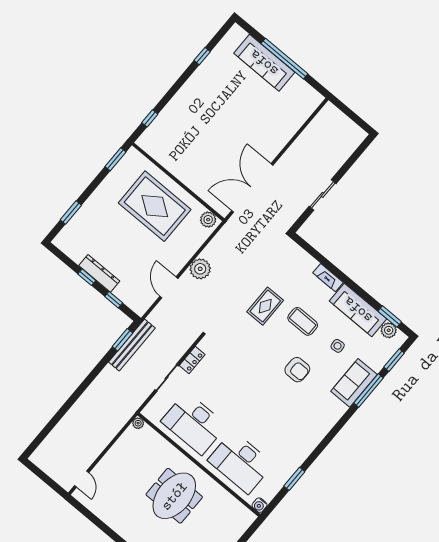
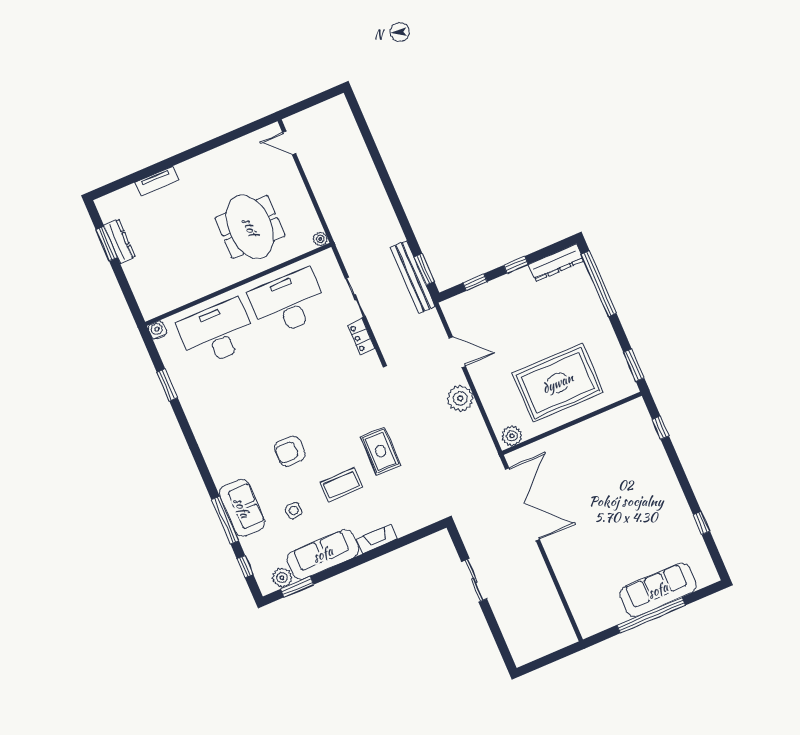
window: (71, 212) -> (599, 284), width x2.11
dresser: (99, 273) -> (556, 263), moved
window: (394, 360) -> (245, 567), width x0.67
meeting table: (174, 496) -> (250, 227), moved

